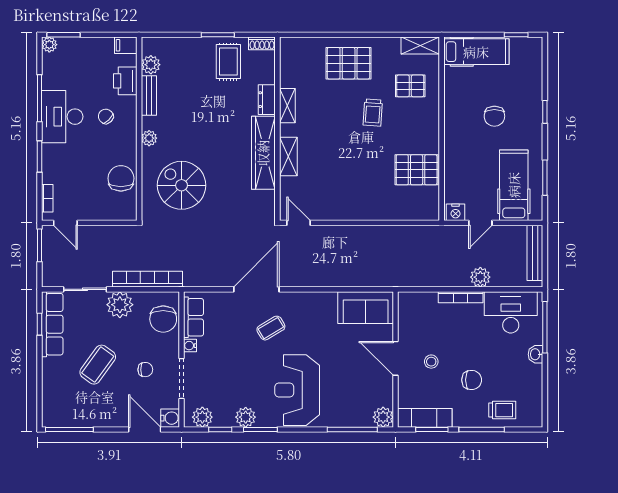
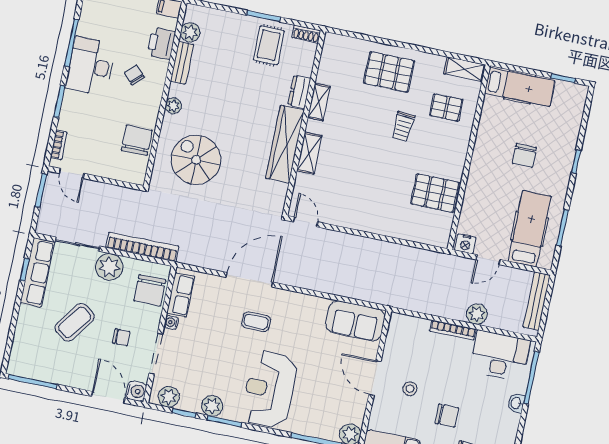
coffee table: (271, 328) -> (256, 322), turned 31

